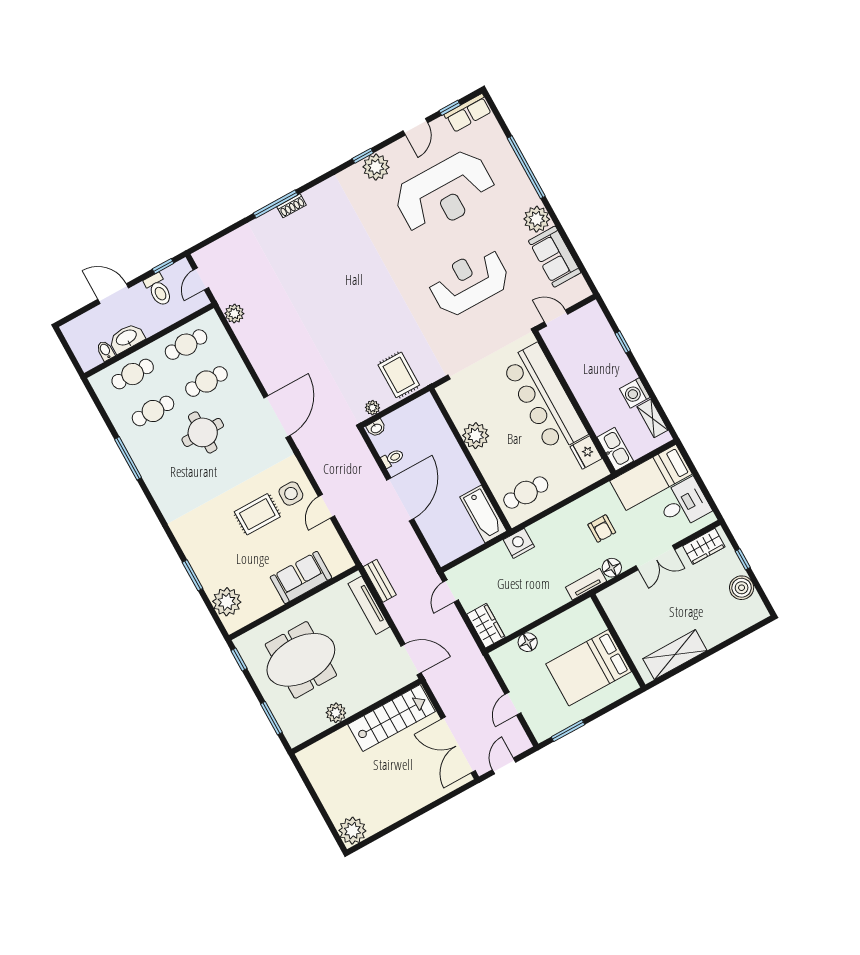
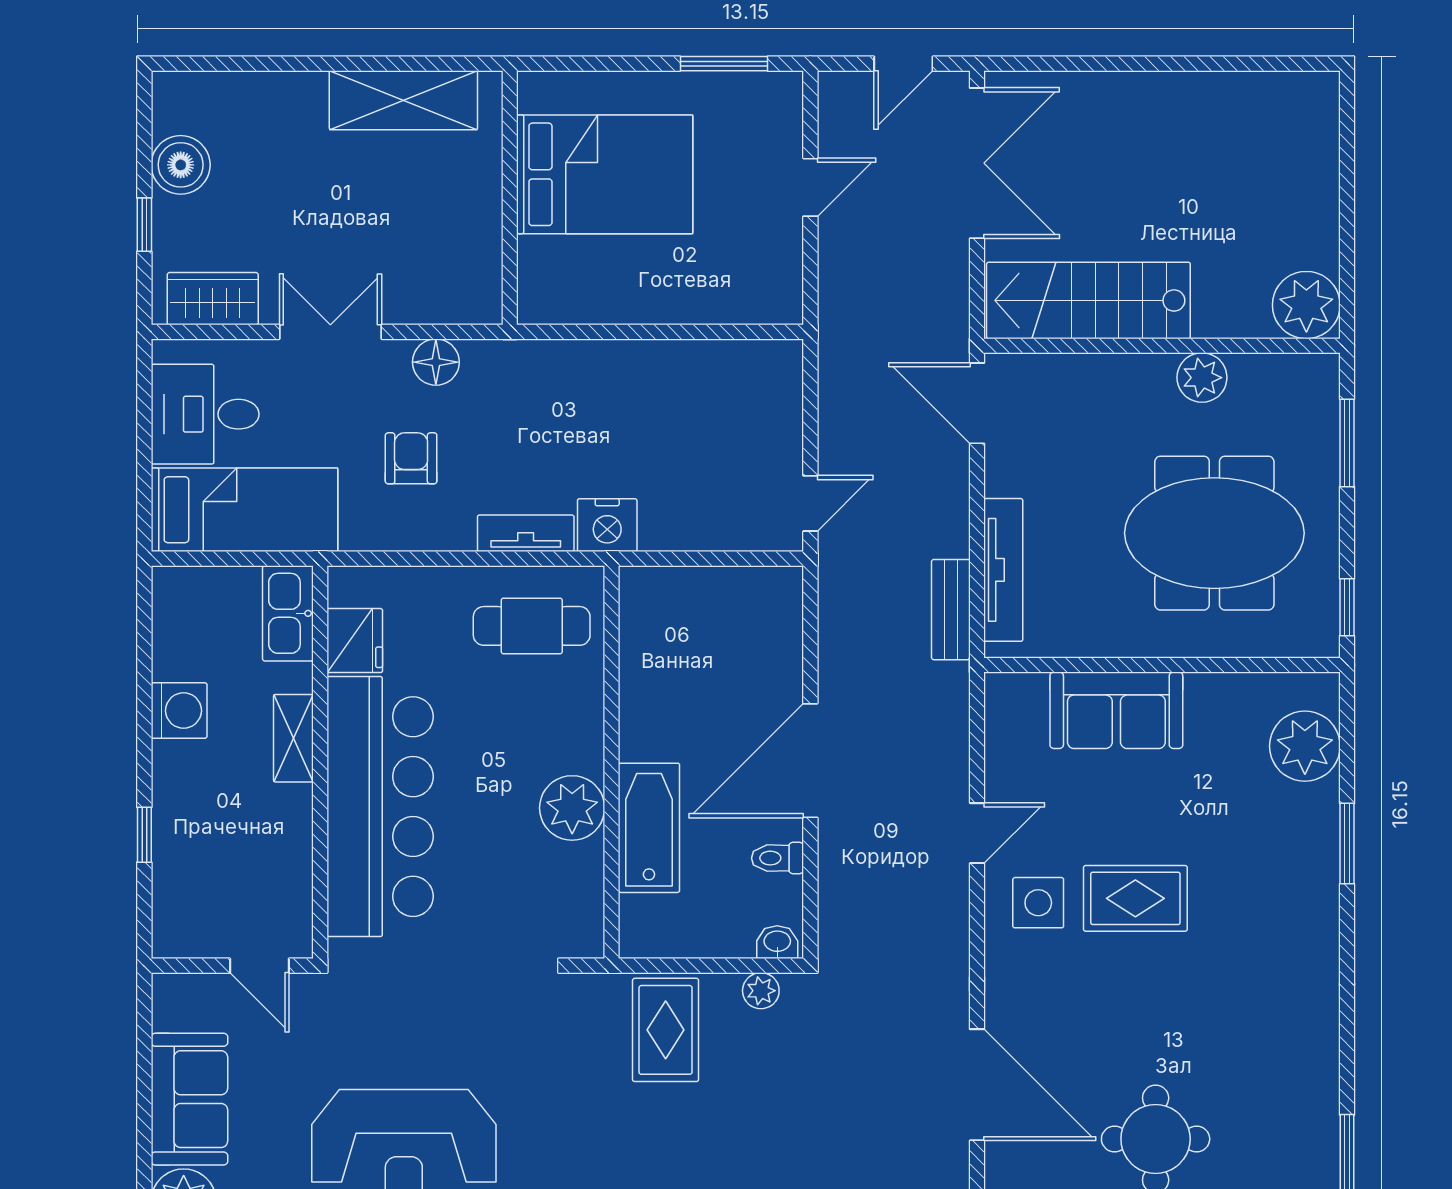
door: (277, 417) -> (977, 1085), swing flipped
shelving: (653, 418) -> (293, 738), moved
bathtub: (483, 514) -> (649, 828), moved
tv unit: (586, 584) -> (526, 533), moved, turned 180
wardrobe: (486, 626) -> (776, 387), removed
floor lamp: (528, 642) -> (705, 302), removed
plant: (352, 831) -> (1306, 305), moved

